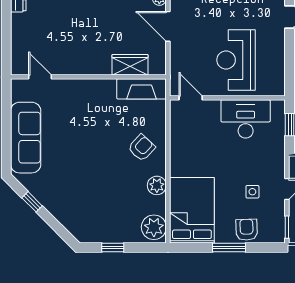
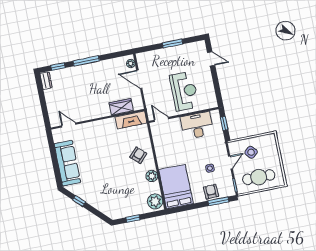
reception desk: (236, 60) -> (184, 91), turned 180
window: (229, 248) -> (218, 201), moved

